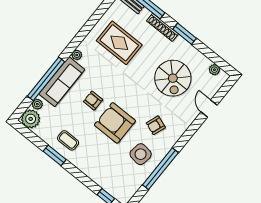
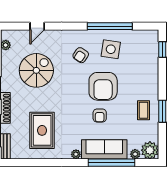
armchair: (156, 125) -> (81, 55), turned 104

